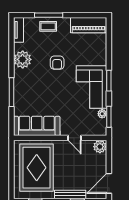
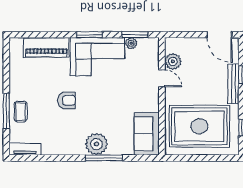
piano: (89, 25) -> (46, 47), moved, turned 90
plant: (23, 59) -> (96, 144), moved
sofa: (37, 126) -> (147, 134), width x0.73
door: (75, 138) -> (162, 78), hinge flipped
plant: (100, 147) -> (173, 61), moved

